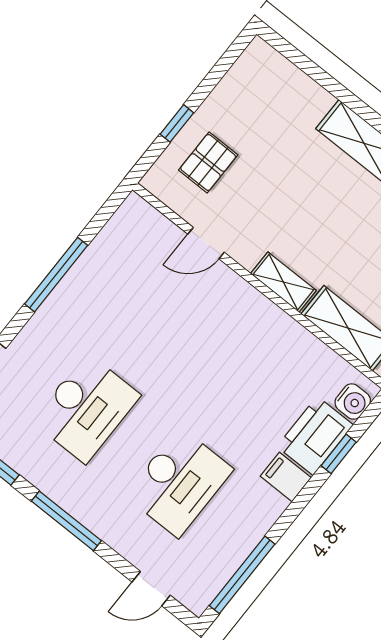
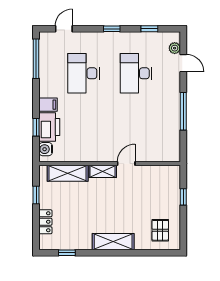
pallet: (208, 162) -> (160, 230), moved
door: (206, 243) -> (126, 163), moved
window: (66, 521) -> (112, 29), width x0.46

